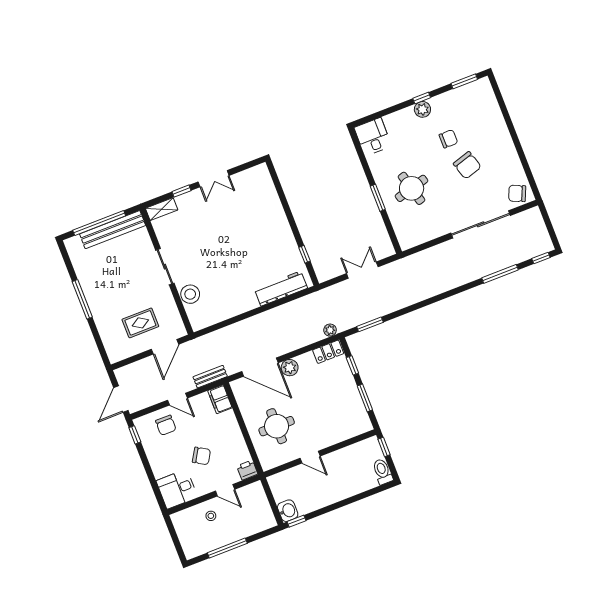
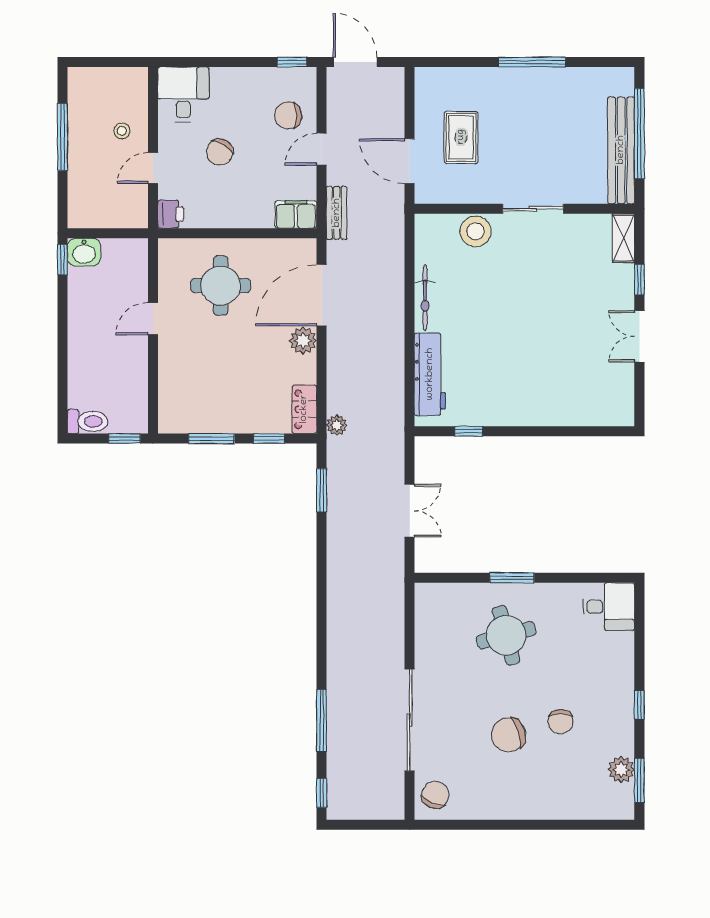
plant: (422, 109) -> (621, 770), moved
bicycle: (239, 308) -> (425, 298), added

